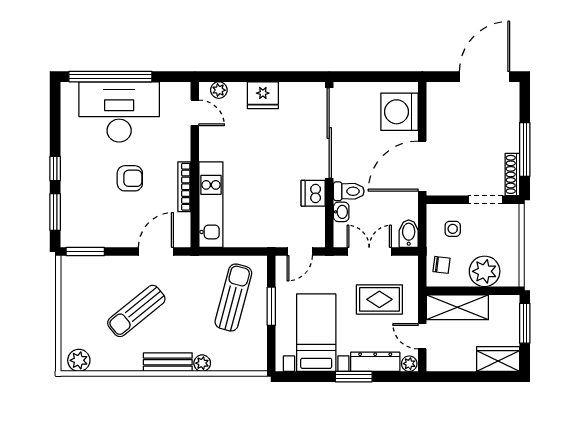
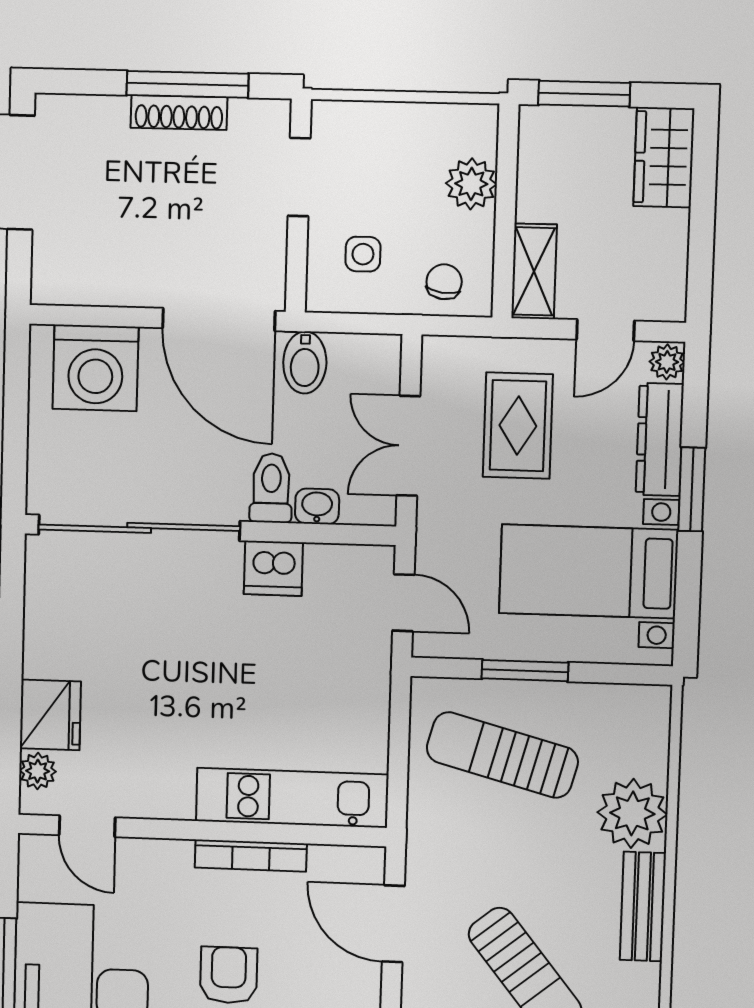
fridge: (263, 95) -> (50, 715), moved
door: (195, 113) -> (87, 826), swing flipped
shoe rack: (512, 174) -> (179, 113), moved
bidet: (409, 234) -> (305, 363), moved, turned -90
plant: (485, 271) -> (471, 184), width x0.73, depth x0.73
shelving: (457, 307) -> (534, 271), width x0.67, depth x0.75
plant: (202, 363) -> (632, 813), width x1.88, depth x1.88

